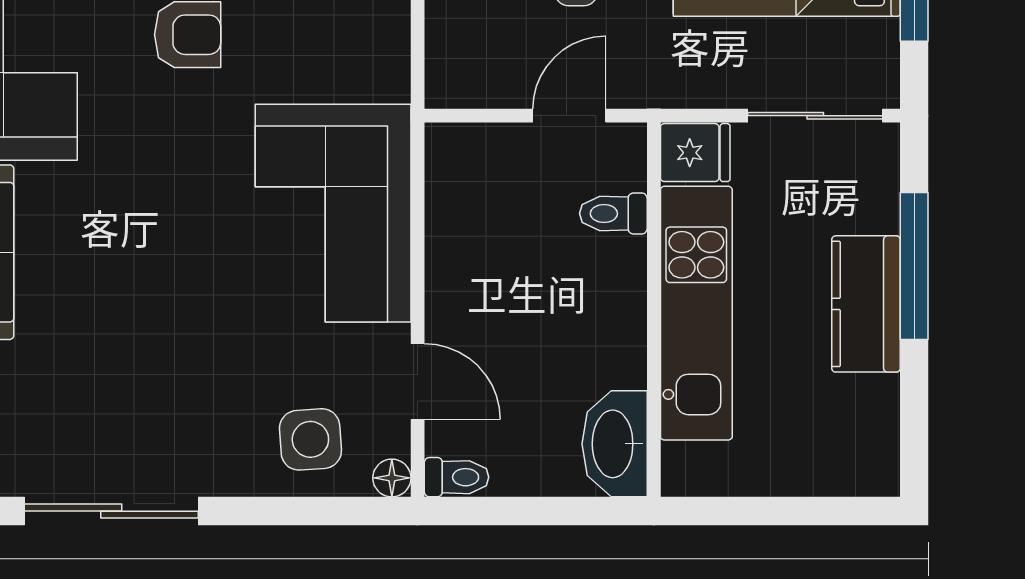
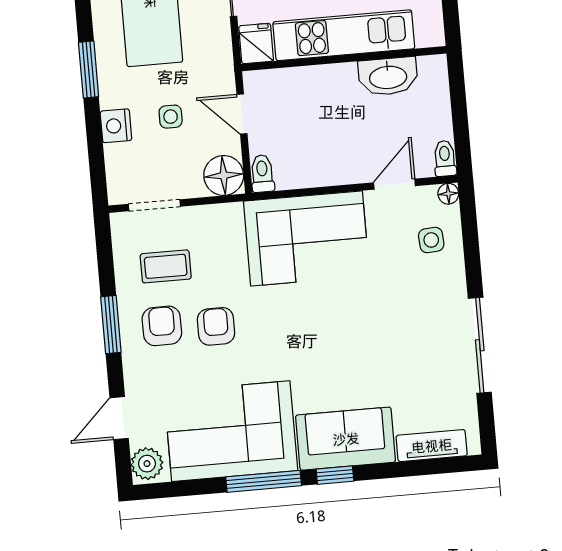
floor lamp: (461, 73) -> (224, 175), added
toilet: (613, 213) -> (262, 174), moved, turned 180
side table: (310, 439) -> (431, 240), width x0.73, depth x0.73
washbasin: (615, 444) -> (388, 76), moved

